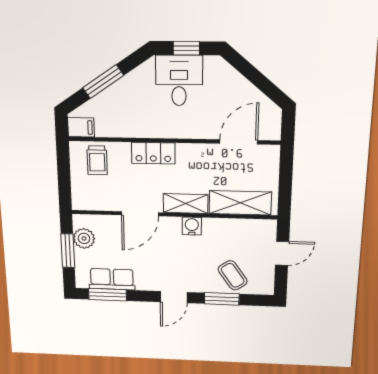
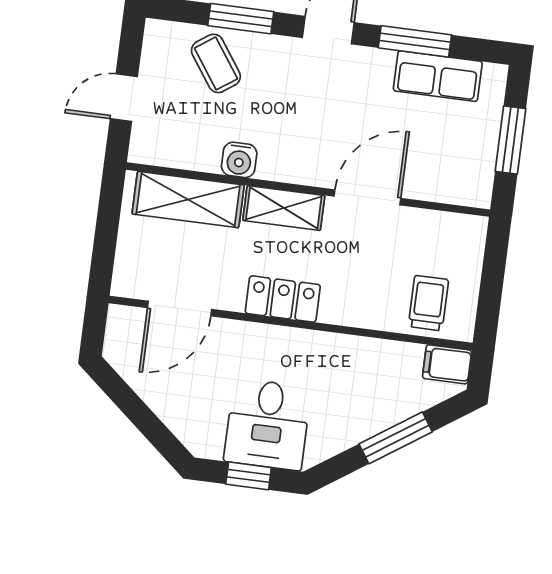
locker: (153, 153) -> (283, 299), moved
water cooler: (192, 226) -> (239, 160), moved
plant: (84, 238) -> (476, 161), removed
window: (108, 295) -> (415, 41), moved

